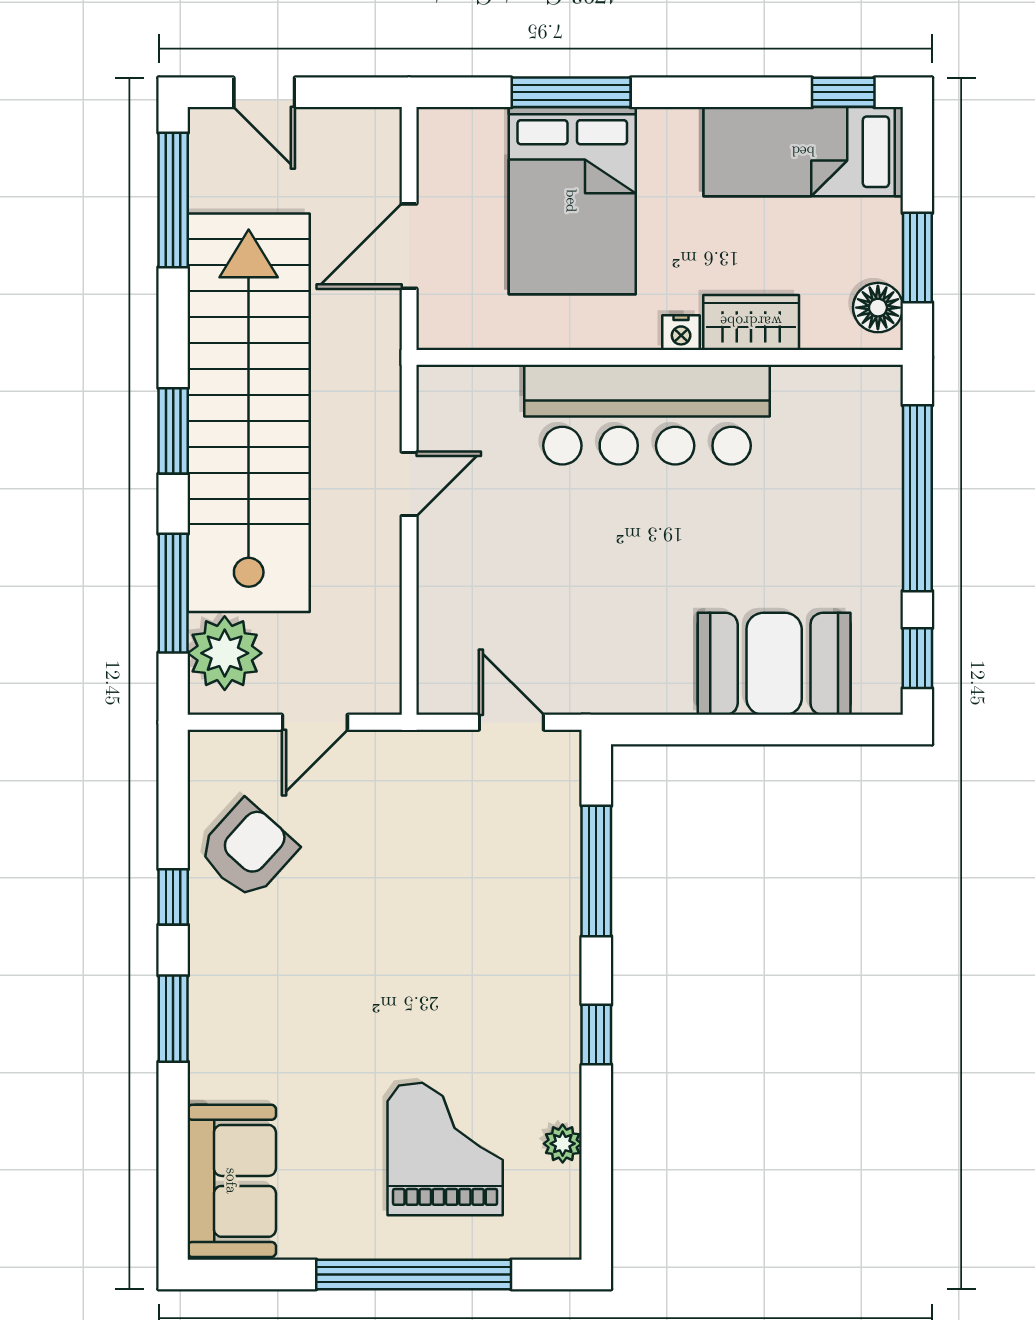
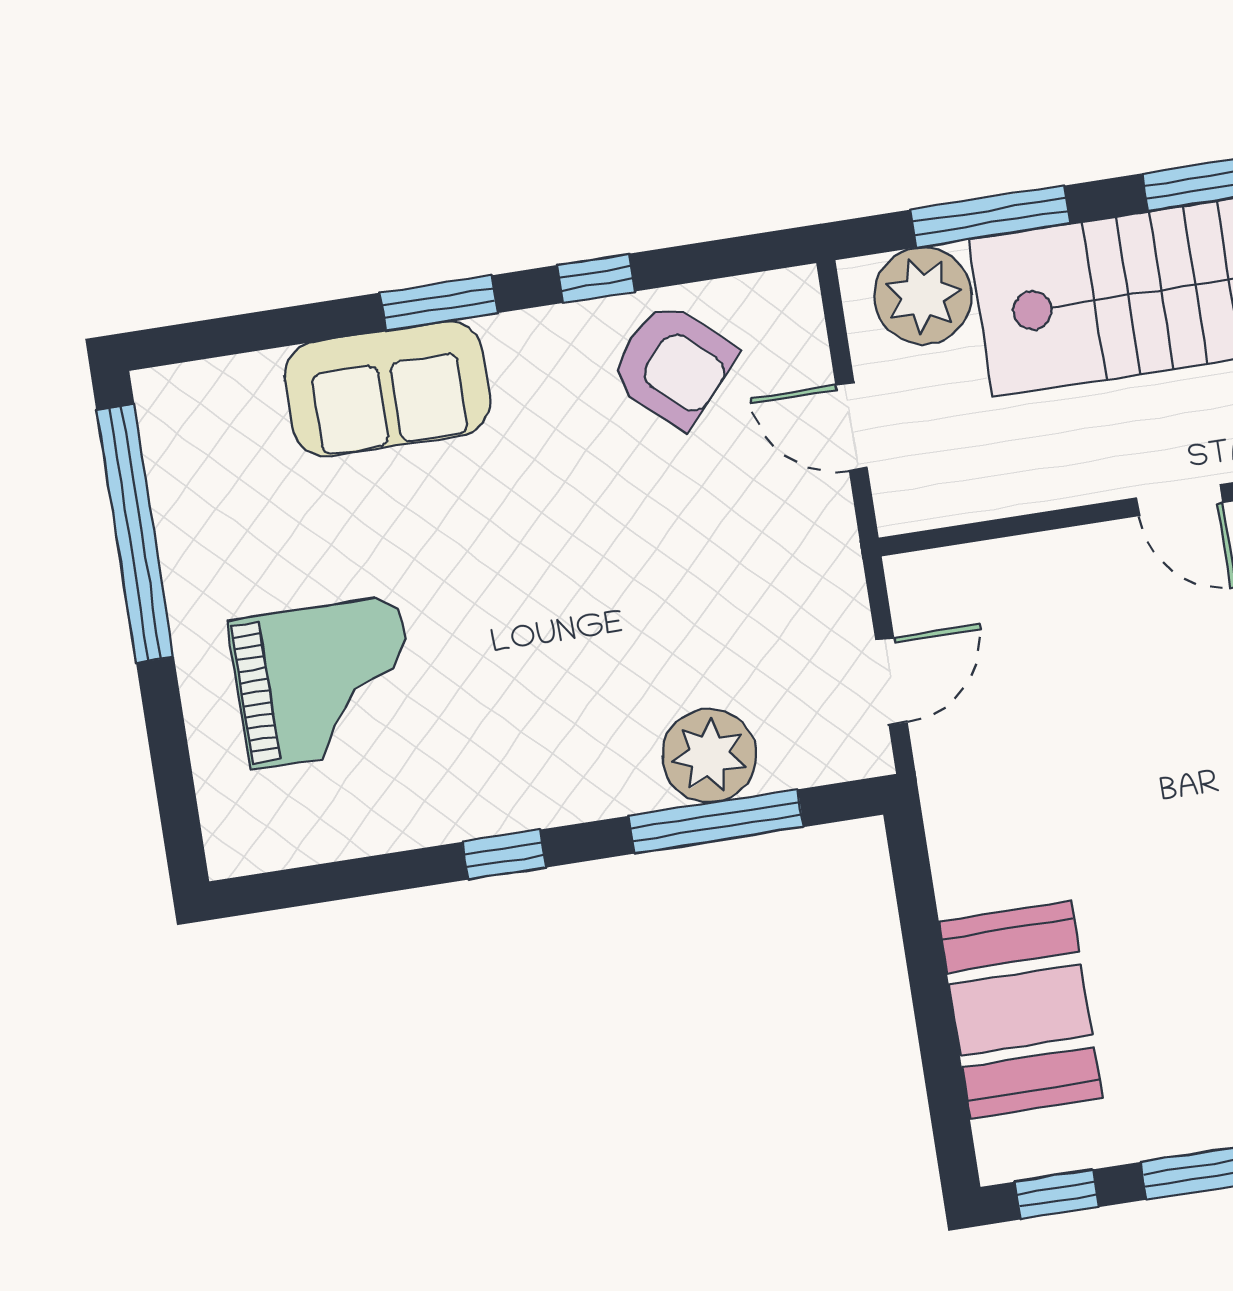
plant: (563, 1144) -> (709, 756), moved, width x1.88, depth x1.88
sofa: (232, 1181) -> (387, 389), moved
window: (414, 1274) -> (135, 534), moved

